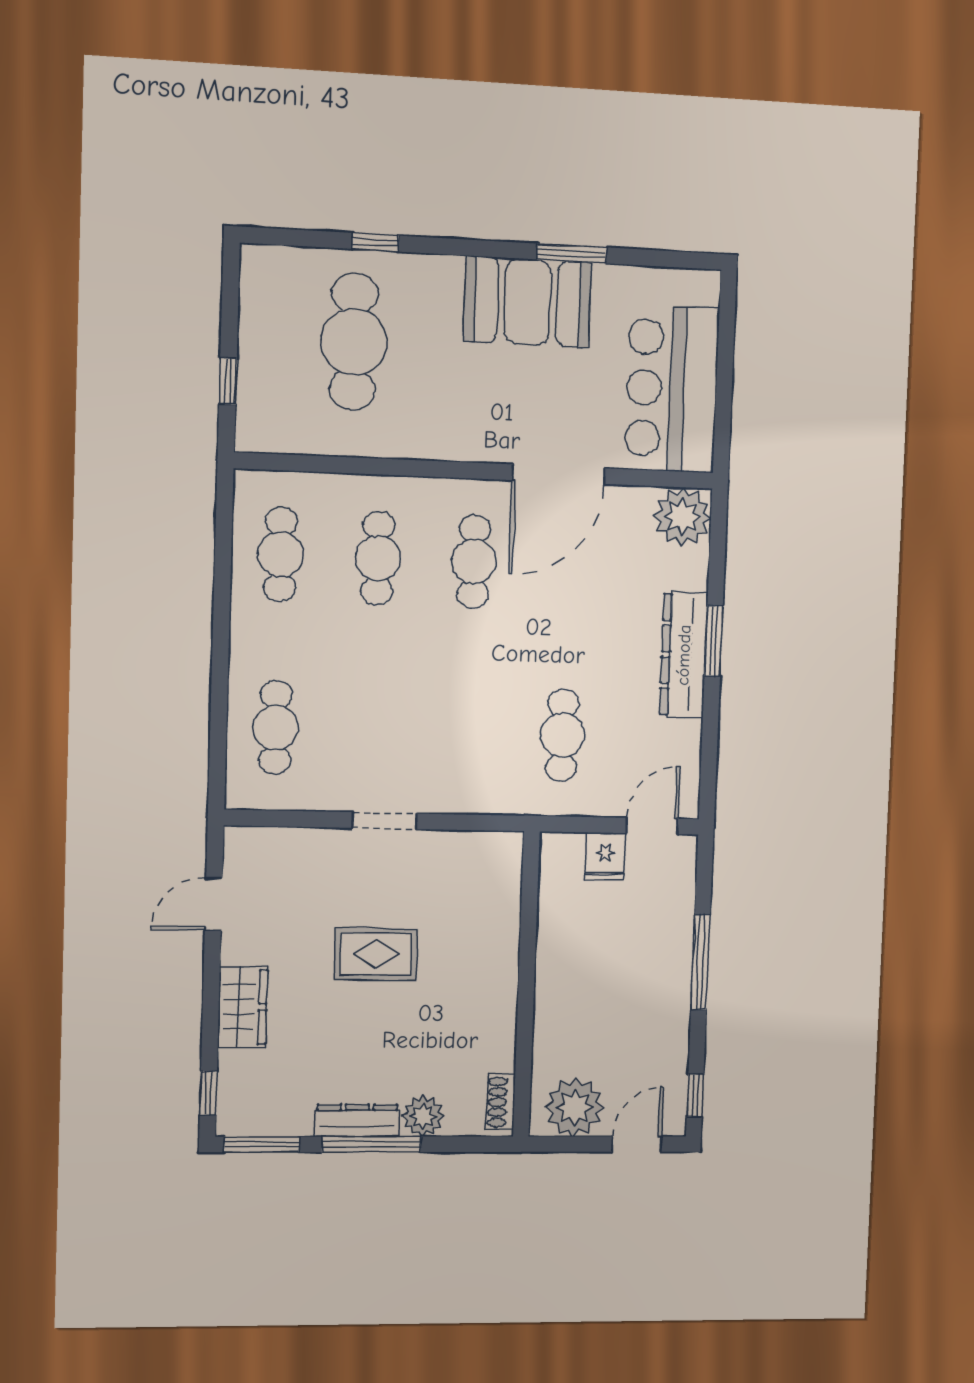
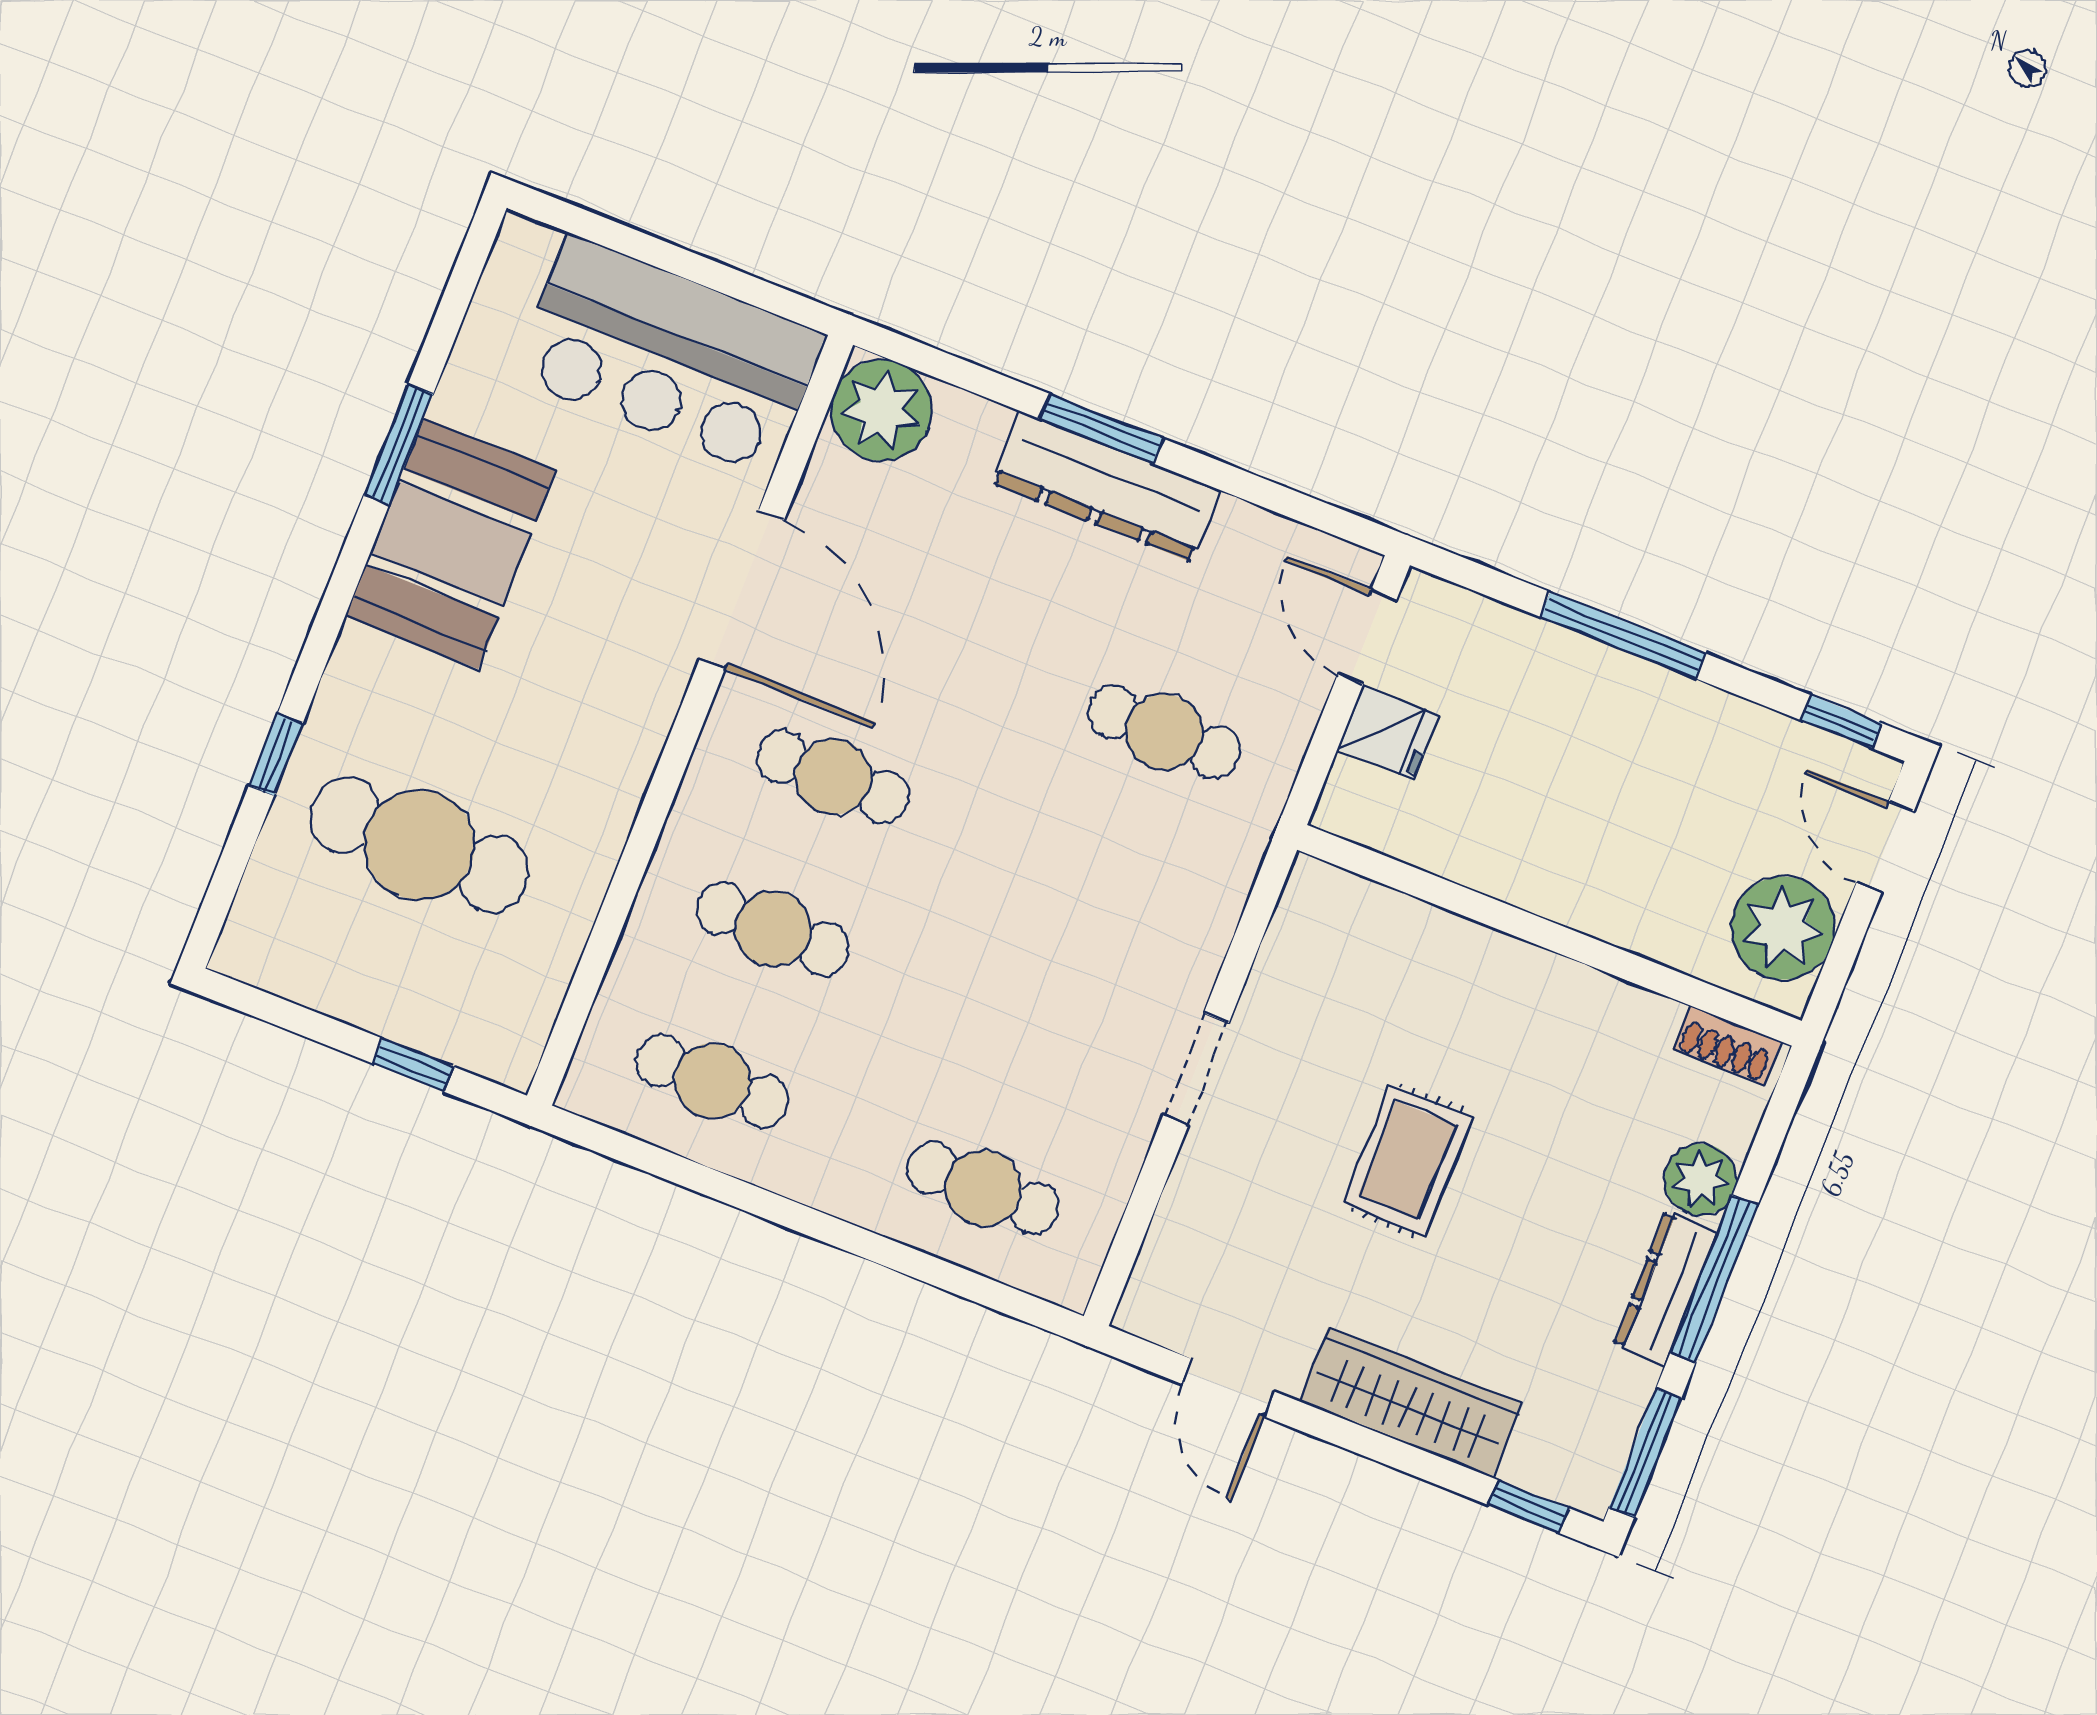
wardrobe: (243, 1007) -> (1410, 1402), width x1.50

